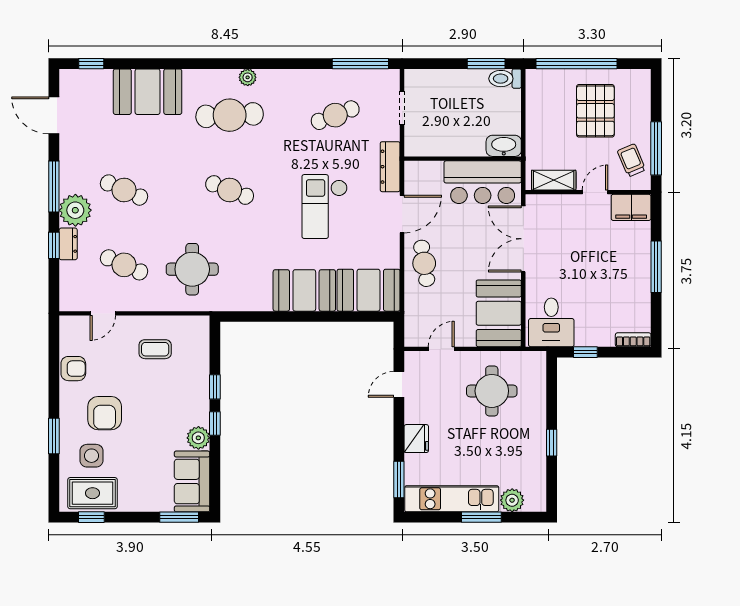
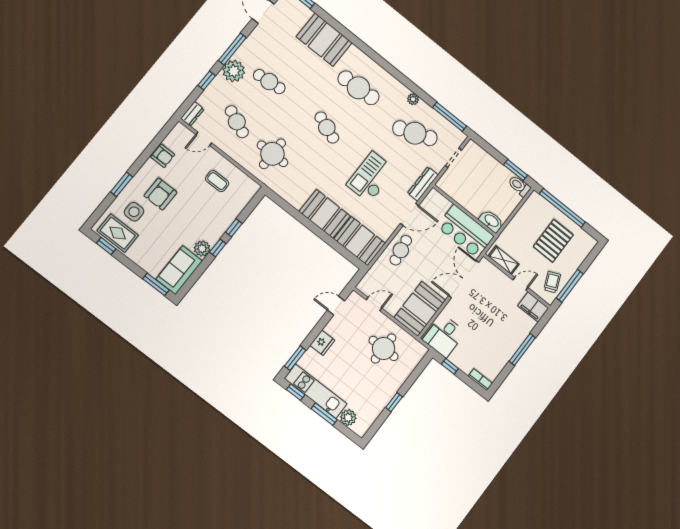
plant: (248, 77) -> (413, 99), moved
cafe table: (335, 115) -> (415, 133), width x1.37, depth x1.35
cafe table: (124, 190) -> (269, 82), turned -30
dresser: (68, 244) -> (192, 114), moved
window: (429, 517) -> (296, 392), added

